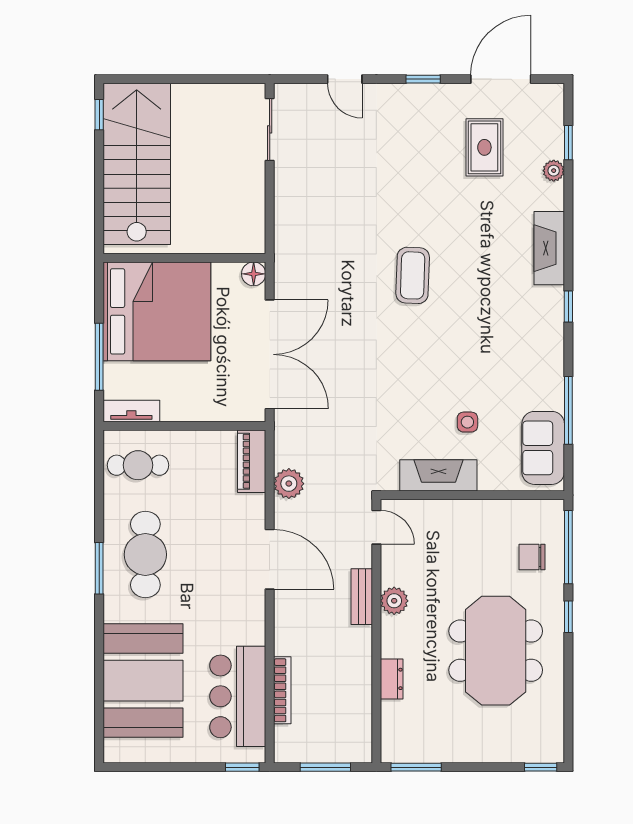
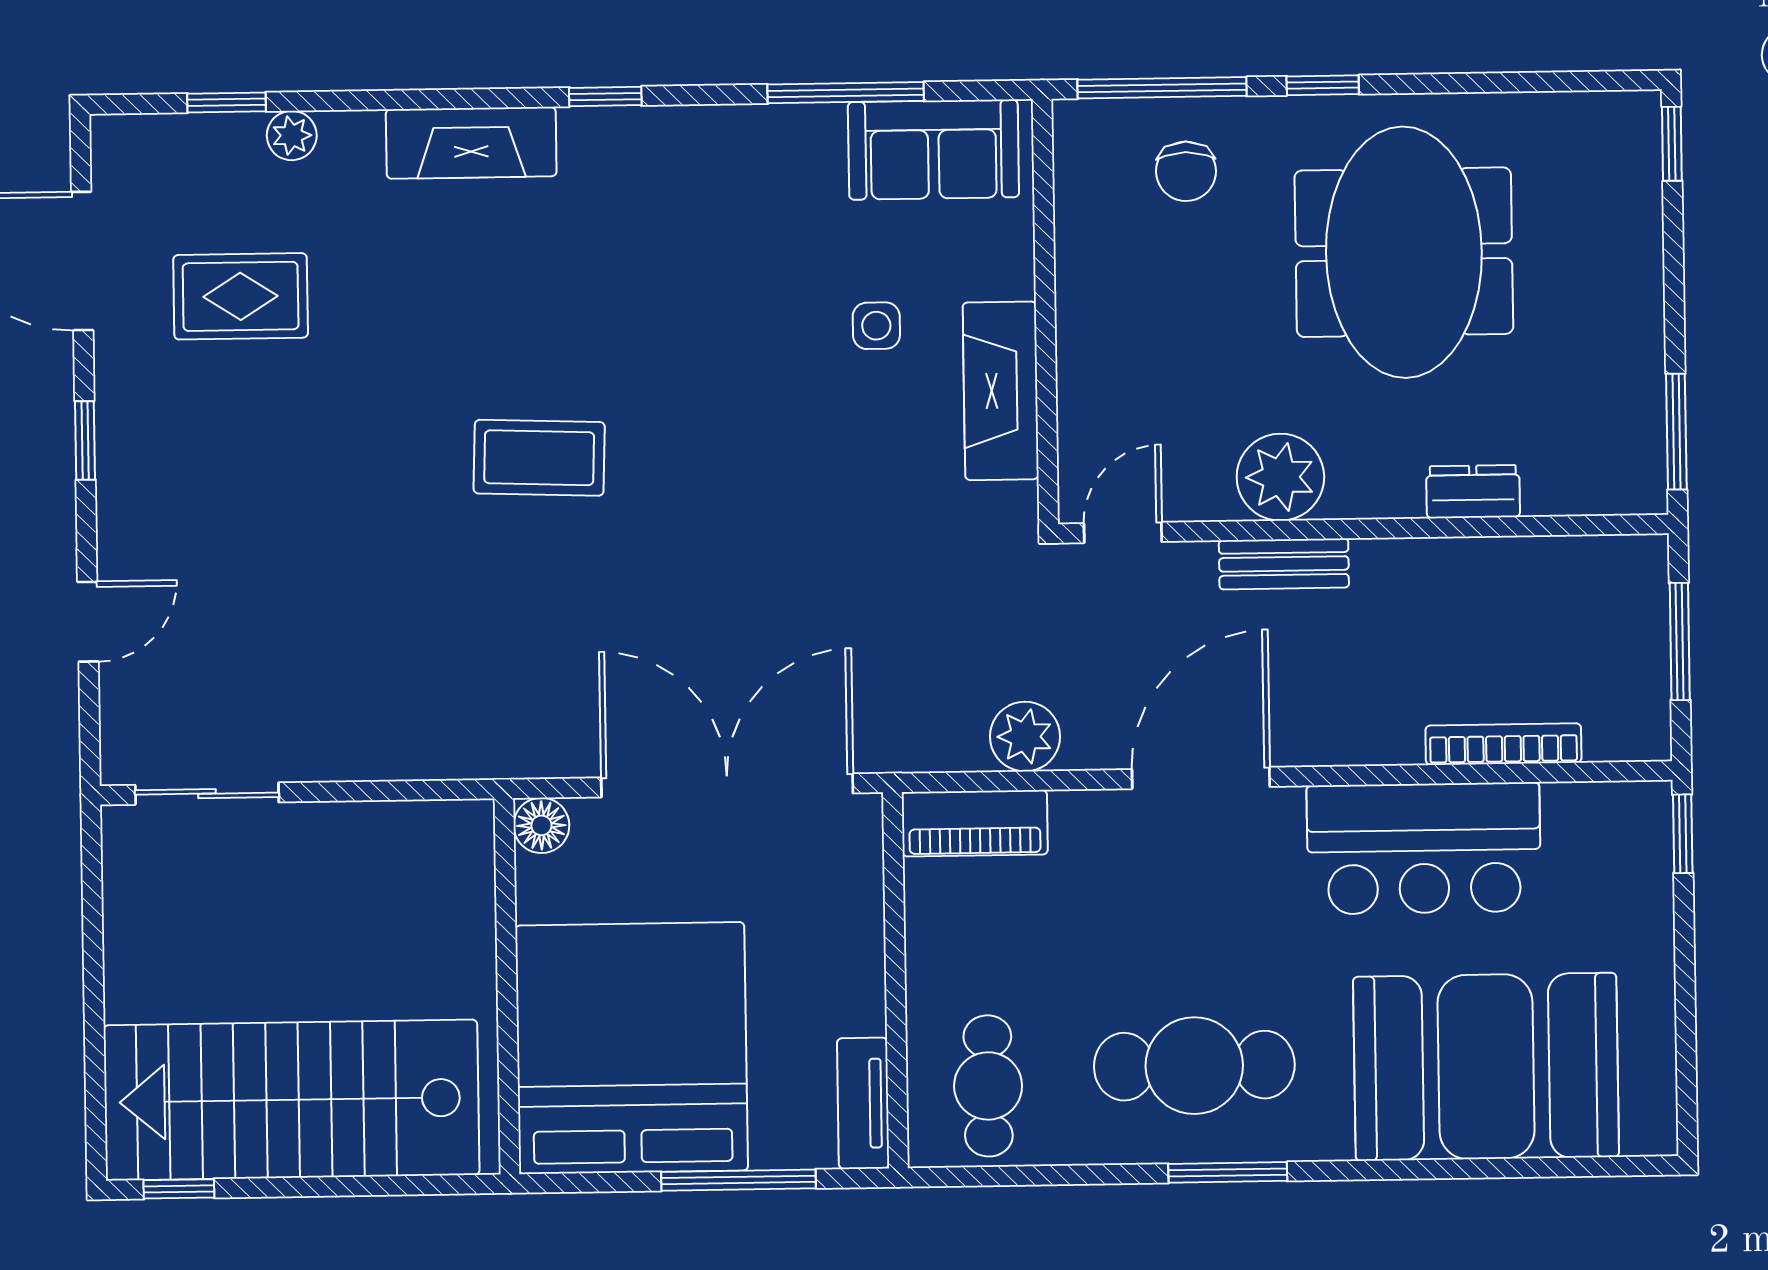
plant: (394, 601) -> (1280, 477), width x1.36, depth x1.36
meeting table: (496, 651) -> (1404, 252), turned 90
bar counter: (238, 696) -> (1424, 848), moved

